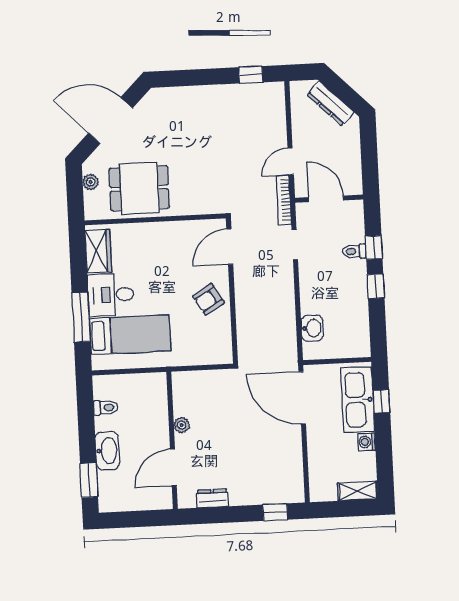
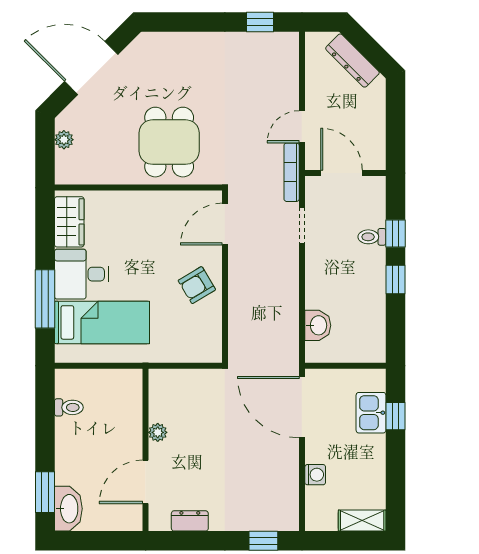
dining table: (139, 188) -> (169, 142), moved, turned 90
kitchen sink: (358, 400) -> (371, 413), width x0.53, depth x0.81
washing machine: (367, 442) -> (315, 475), moved, turned 180
washbasin: (107, 451) -> (68, 509), moved

